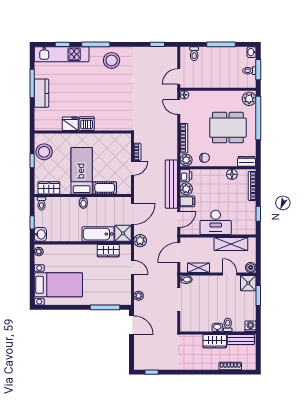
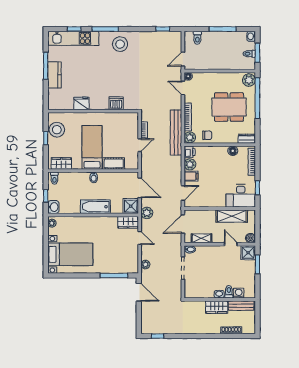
dishwasher: (87, 124) -> (116, 103), moved
bench: (171, 184) -> (176, 133), moved
door: (132, 214) -> (140, 188), hinge flipped
desk: (216, 222) -> (241, 196), moved
bathtub: (98, 234) -> (95, 207), moved
wardrobe: (108, 251) -> (128, 222), moved
washing machine: (251, 326) -> (239, 293), moved

